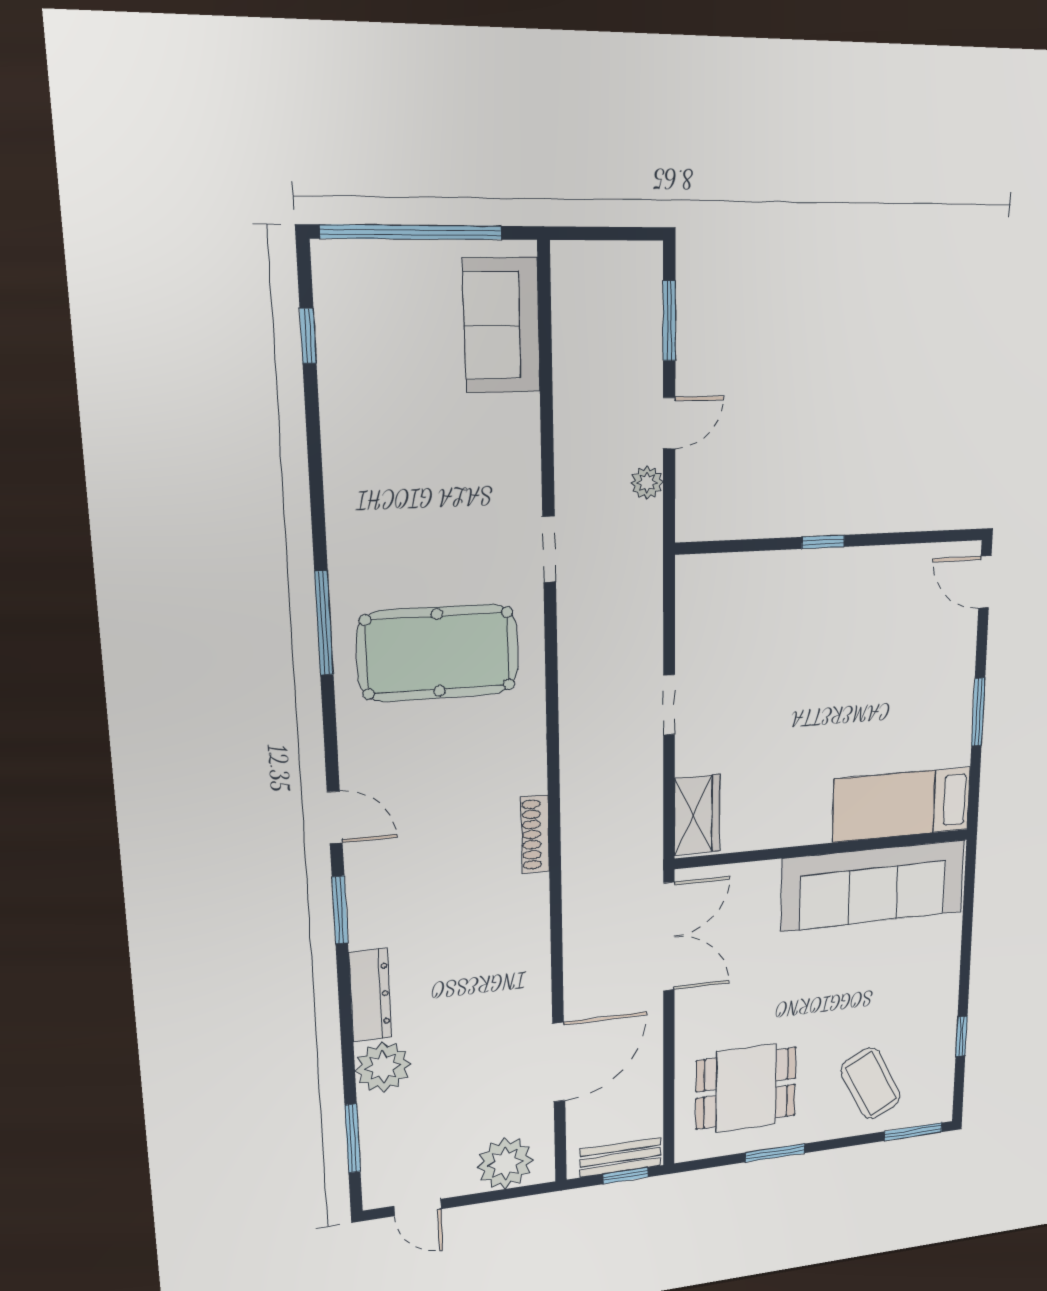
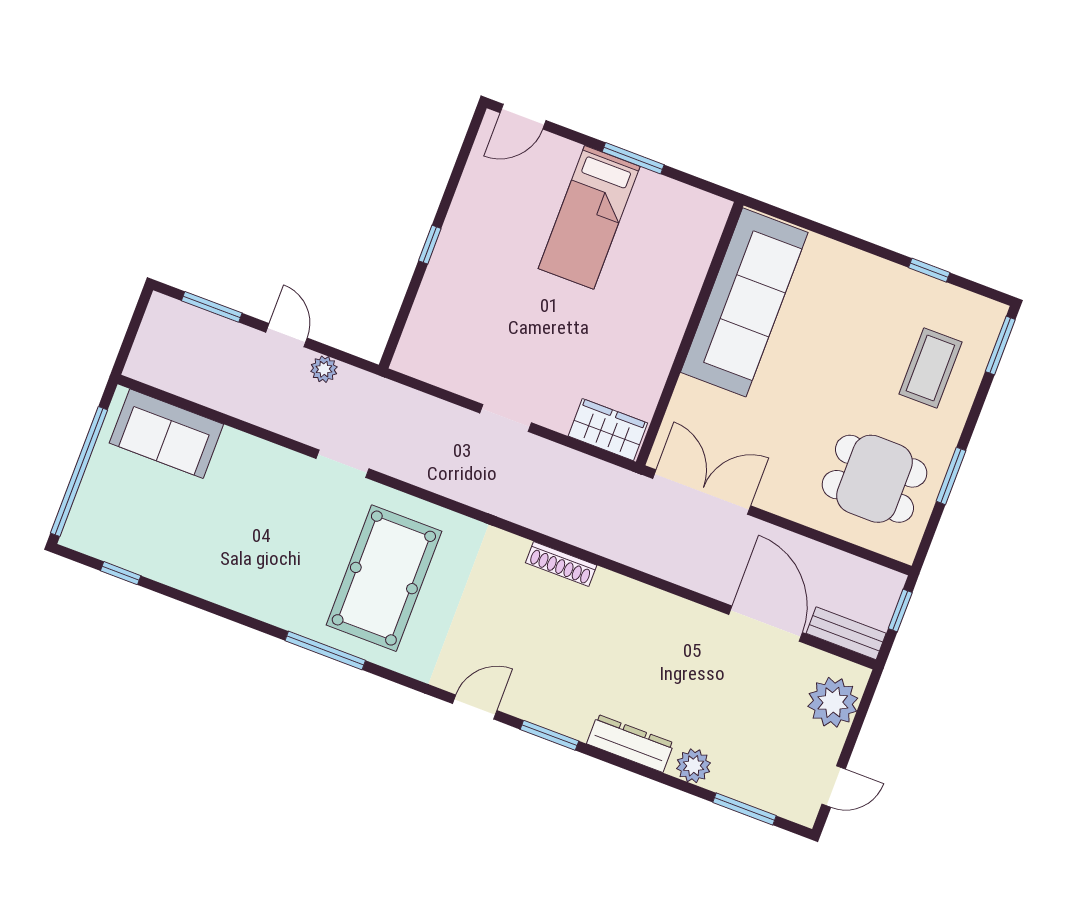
bed: (902, 804) -> (589, 217), moved
plant: (383, 1067) -> (694, 766), width x0.73, depth x0.73
coffee table: (871, 1083) -> (930, 368), turned -63
dining table: (746, 1088) -> (874, 479), turned 90
bench: (620, 1157) -> (846, 633), moved, turned 90

